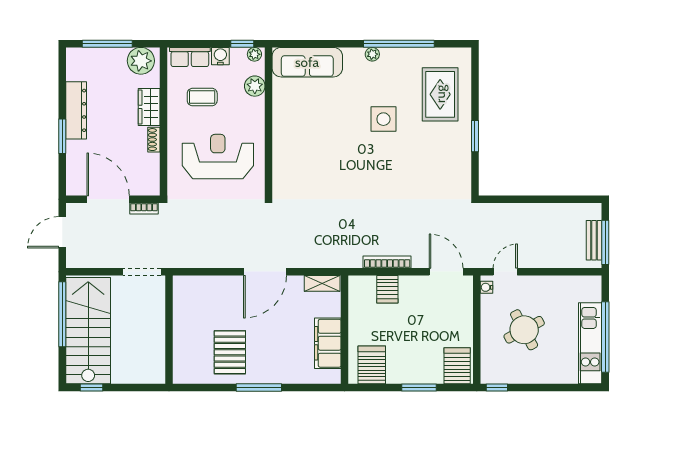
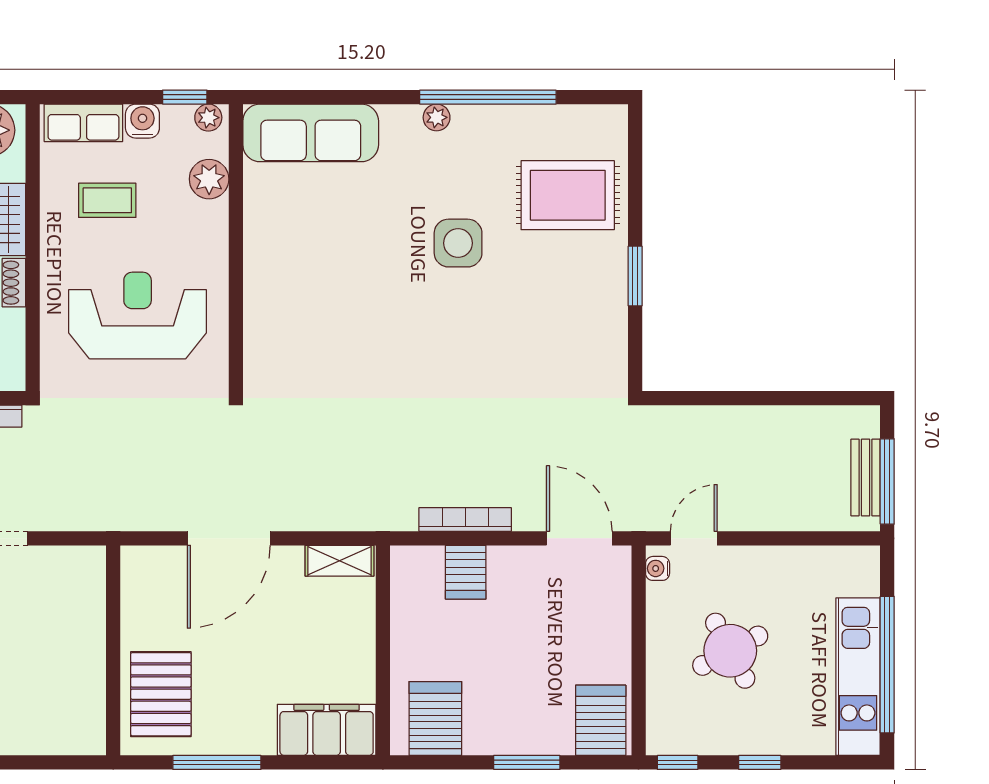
rug: (440, 94) -> (568, 195), turned 90
wall: (169, 330) -> (113, 650), moved
filing cabinet: (328, 343) -> (327, 730), moved, turned 90
window: (539, 388) -> (760, 762), added

